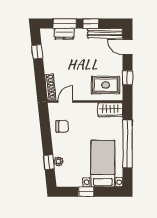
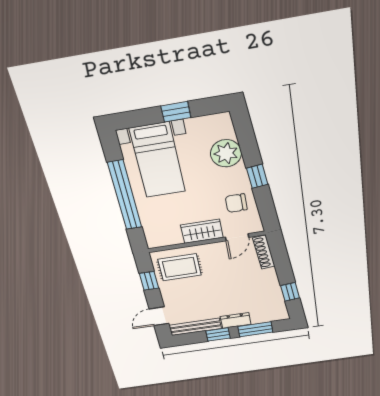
dresser: (64, 34) -> (236, 320), moved
door: (127, 47) -> (159, 316), swing flipped
wardrobe: (110, 110) -> (202, 231), moved
plant: (59, 161) -> (226, 153), width x1.88, depth x1.88
window: (49, 162) -> (257, 176), moved

